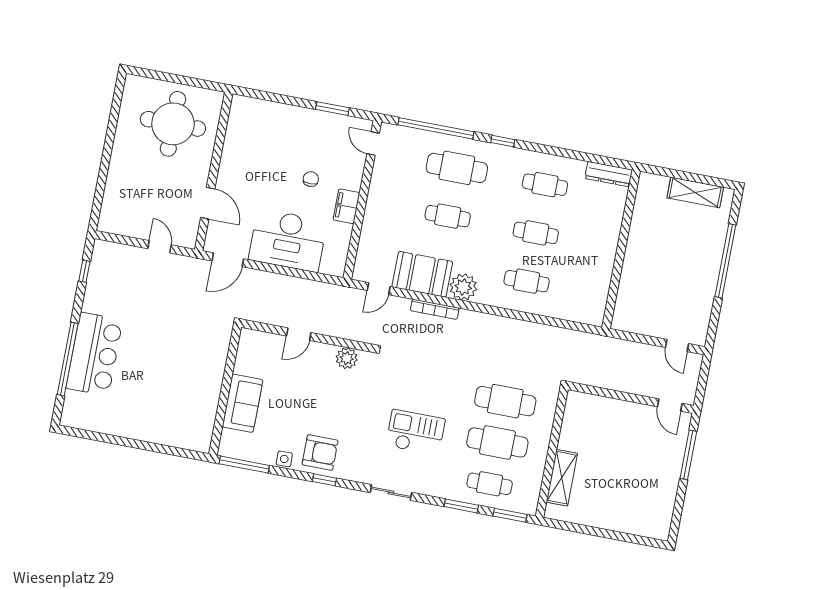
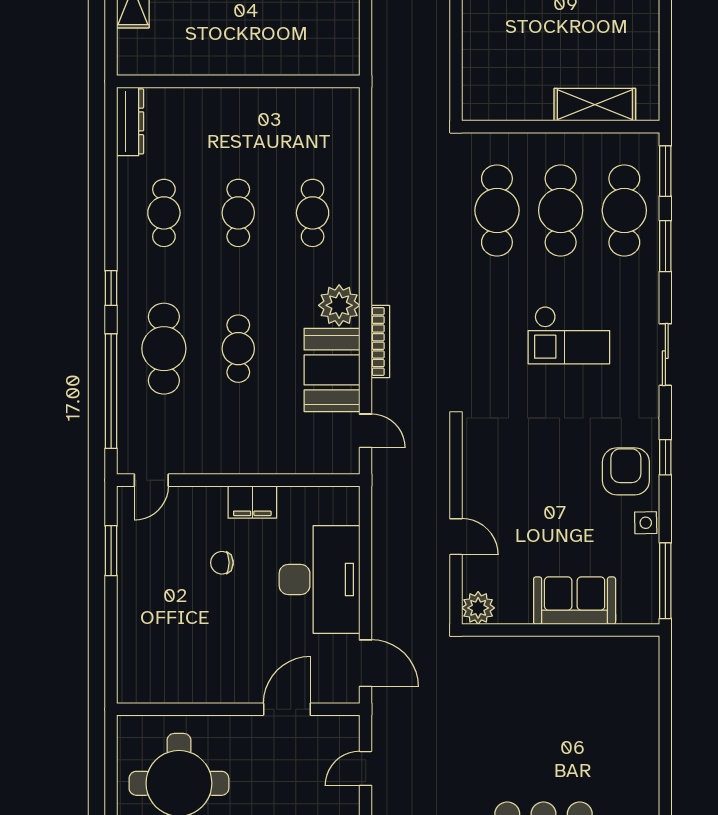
plant: (347, 358) -> (478, 608), moved
checkout: (415, 432) -> (569, 335), turned -90
cafe table: (490, 484) -> (624, 210), width x1.37, depth x1.35

